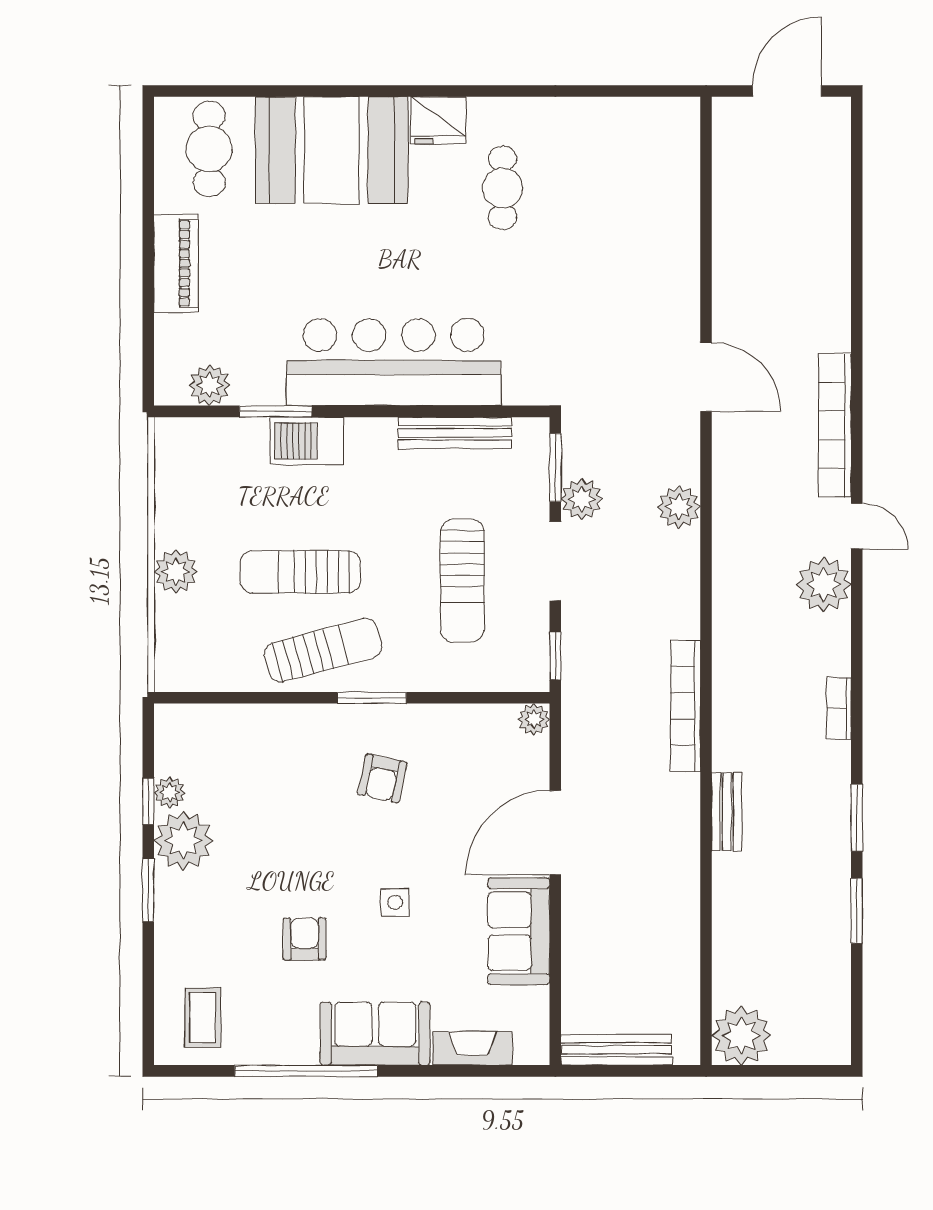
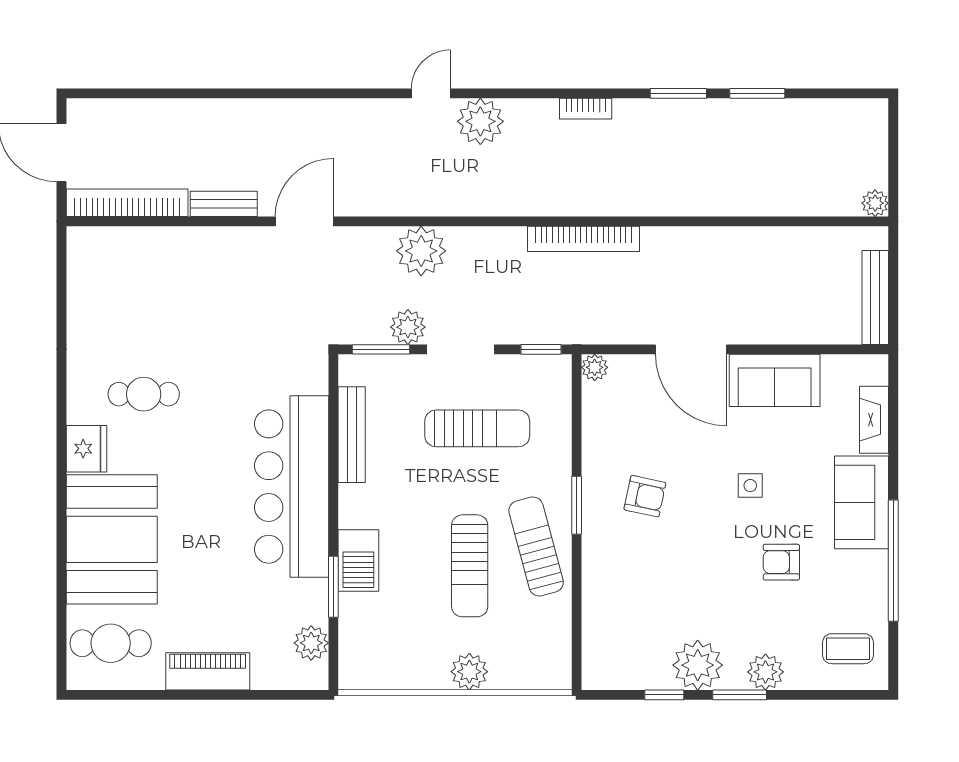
bookcase: (835, 425) -> (127, 203), moved, turned 180
plant: (679, 507) -> (421, 251), width x1.36, depth x1.36
plant: (169, 793) -> (765, 672), moved, width x1.38, depth x1.38
bench: (727, 812) -> (224, 204), moved
plant: (741, 1036) -> (875, 203), width x0.53, depth x0.53

